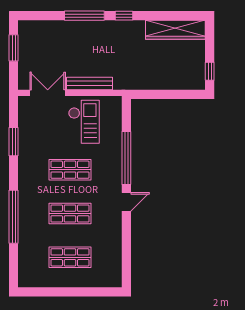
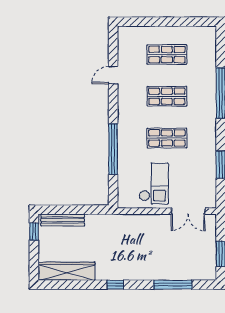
window: (84, 16) -> (173, 285), moved
bench: (89, 83) -> (63, 220), moved
checkout: (84, 122) -> (154, 184), turned 180
door: (126, 202) -> (113, 75), moved

